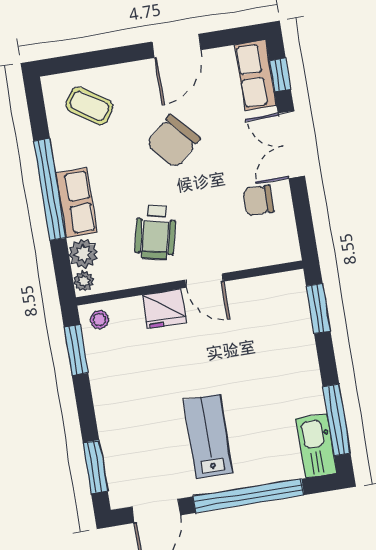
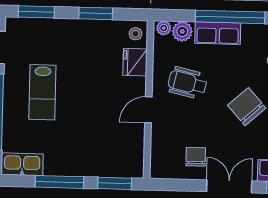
fridge: (164, 309) -> (135, 62), moved
window: (76, 350) -> (96, 13), moved
window: (337, 420) -> (59, 182), moved
lab bench: (208, 436) -> (42, 92), turned 90

